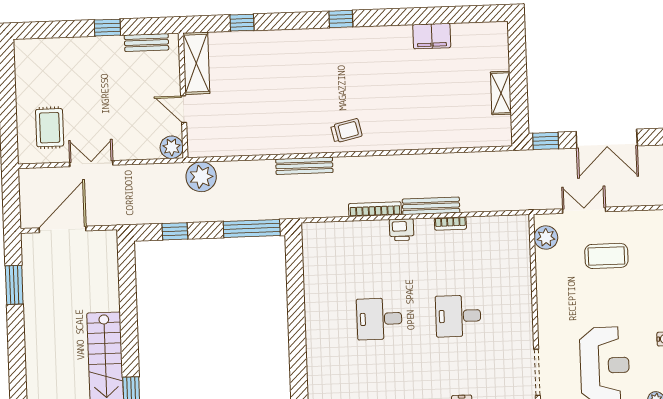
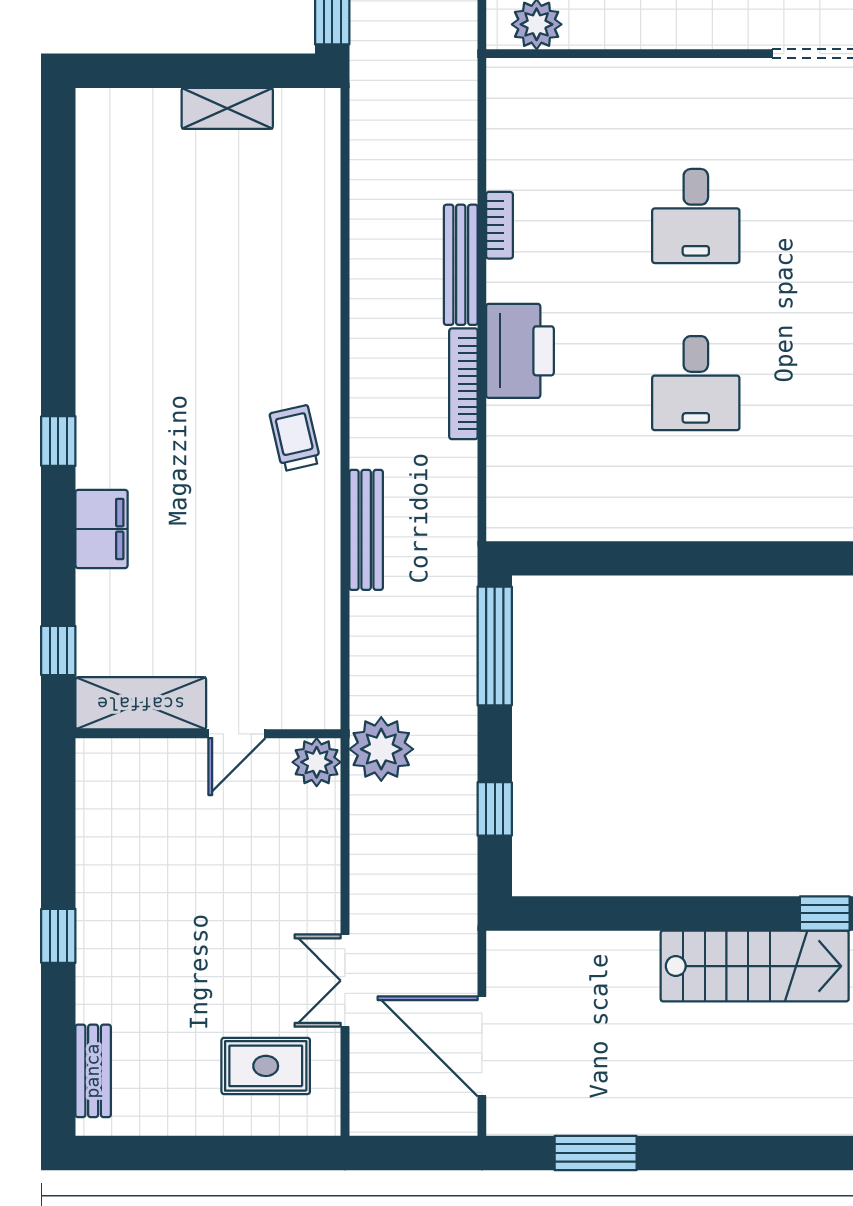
filing cabinet: (432, 36) -> (102, 529), moved
bench: (146, 43) -> (93, 1071), moved
shelving: (196, 63) -> (141, 703), moved
wall: (183, 96) -> (208, 734), moved
door: (184, 109) -> (237, 734), moved
plant: (172, 147) -> (317, 762), moved
printer: (402, 230) -> (520, 351), width x1.87, depth x1.48

